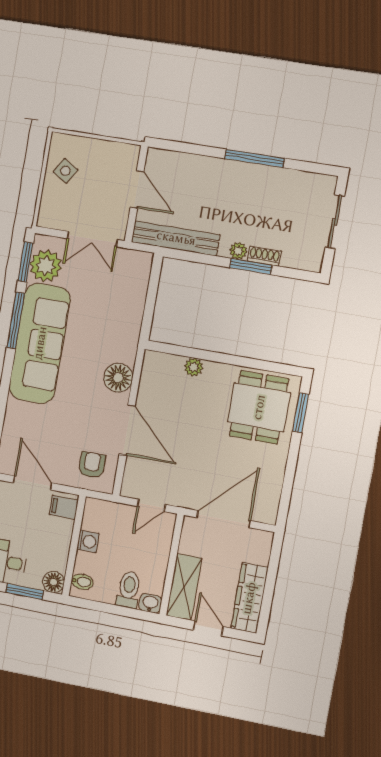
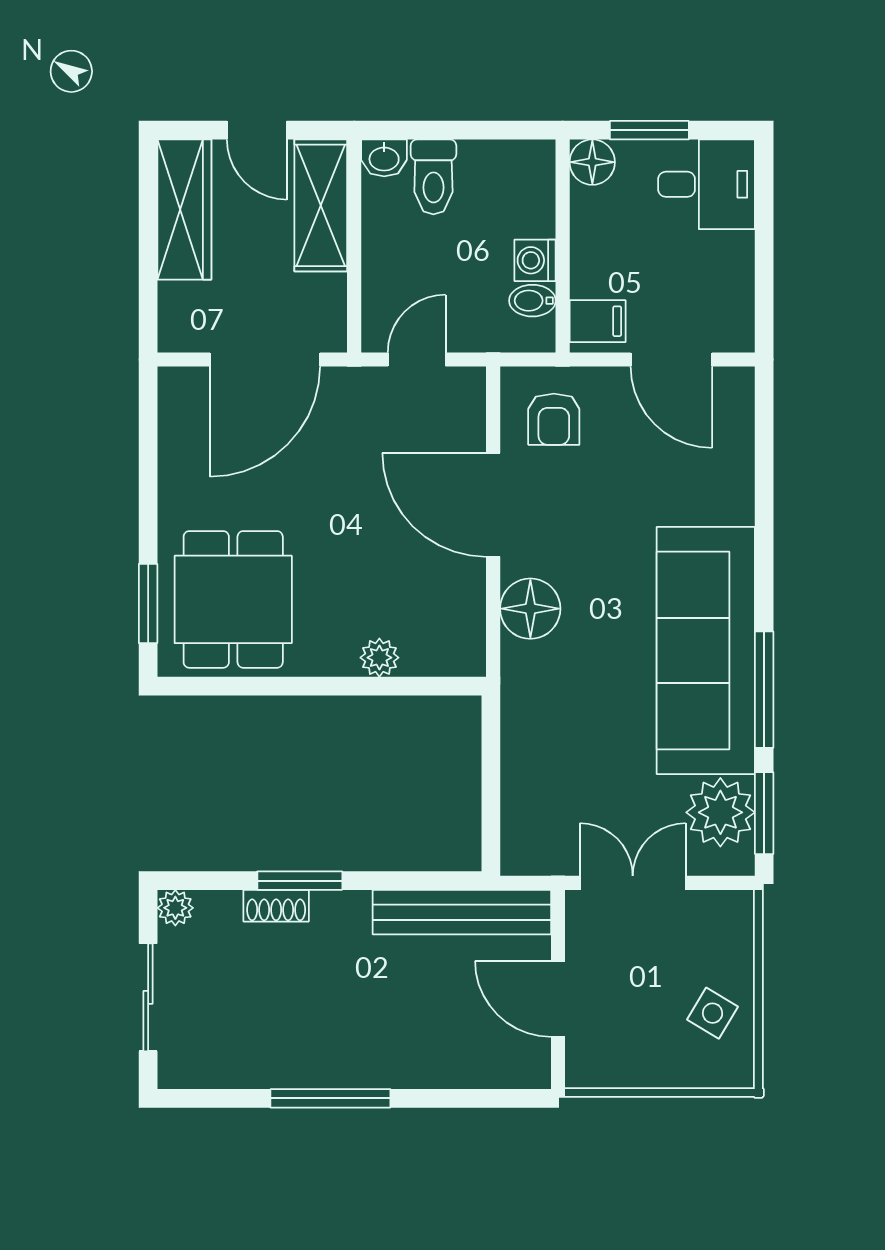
plant: (238, 251) -> (175, 908), moved
bidet: (82, 582) -> (532, 301), moved

